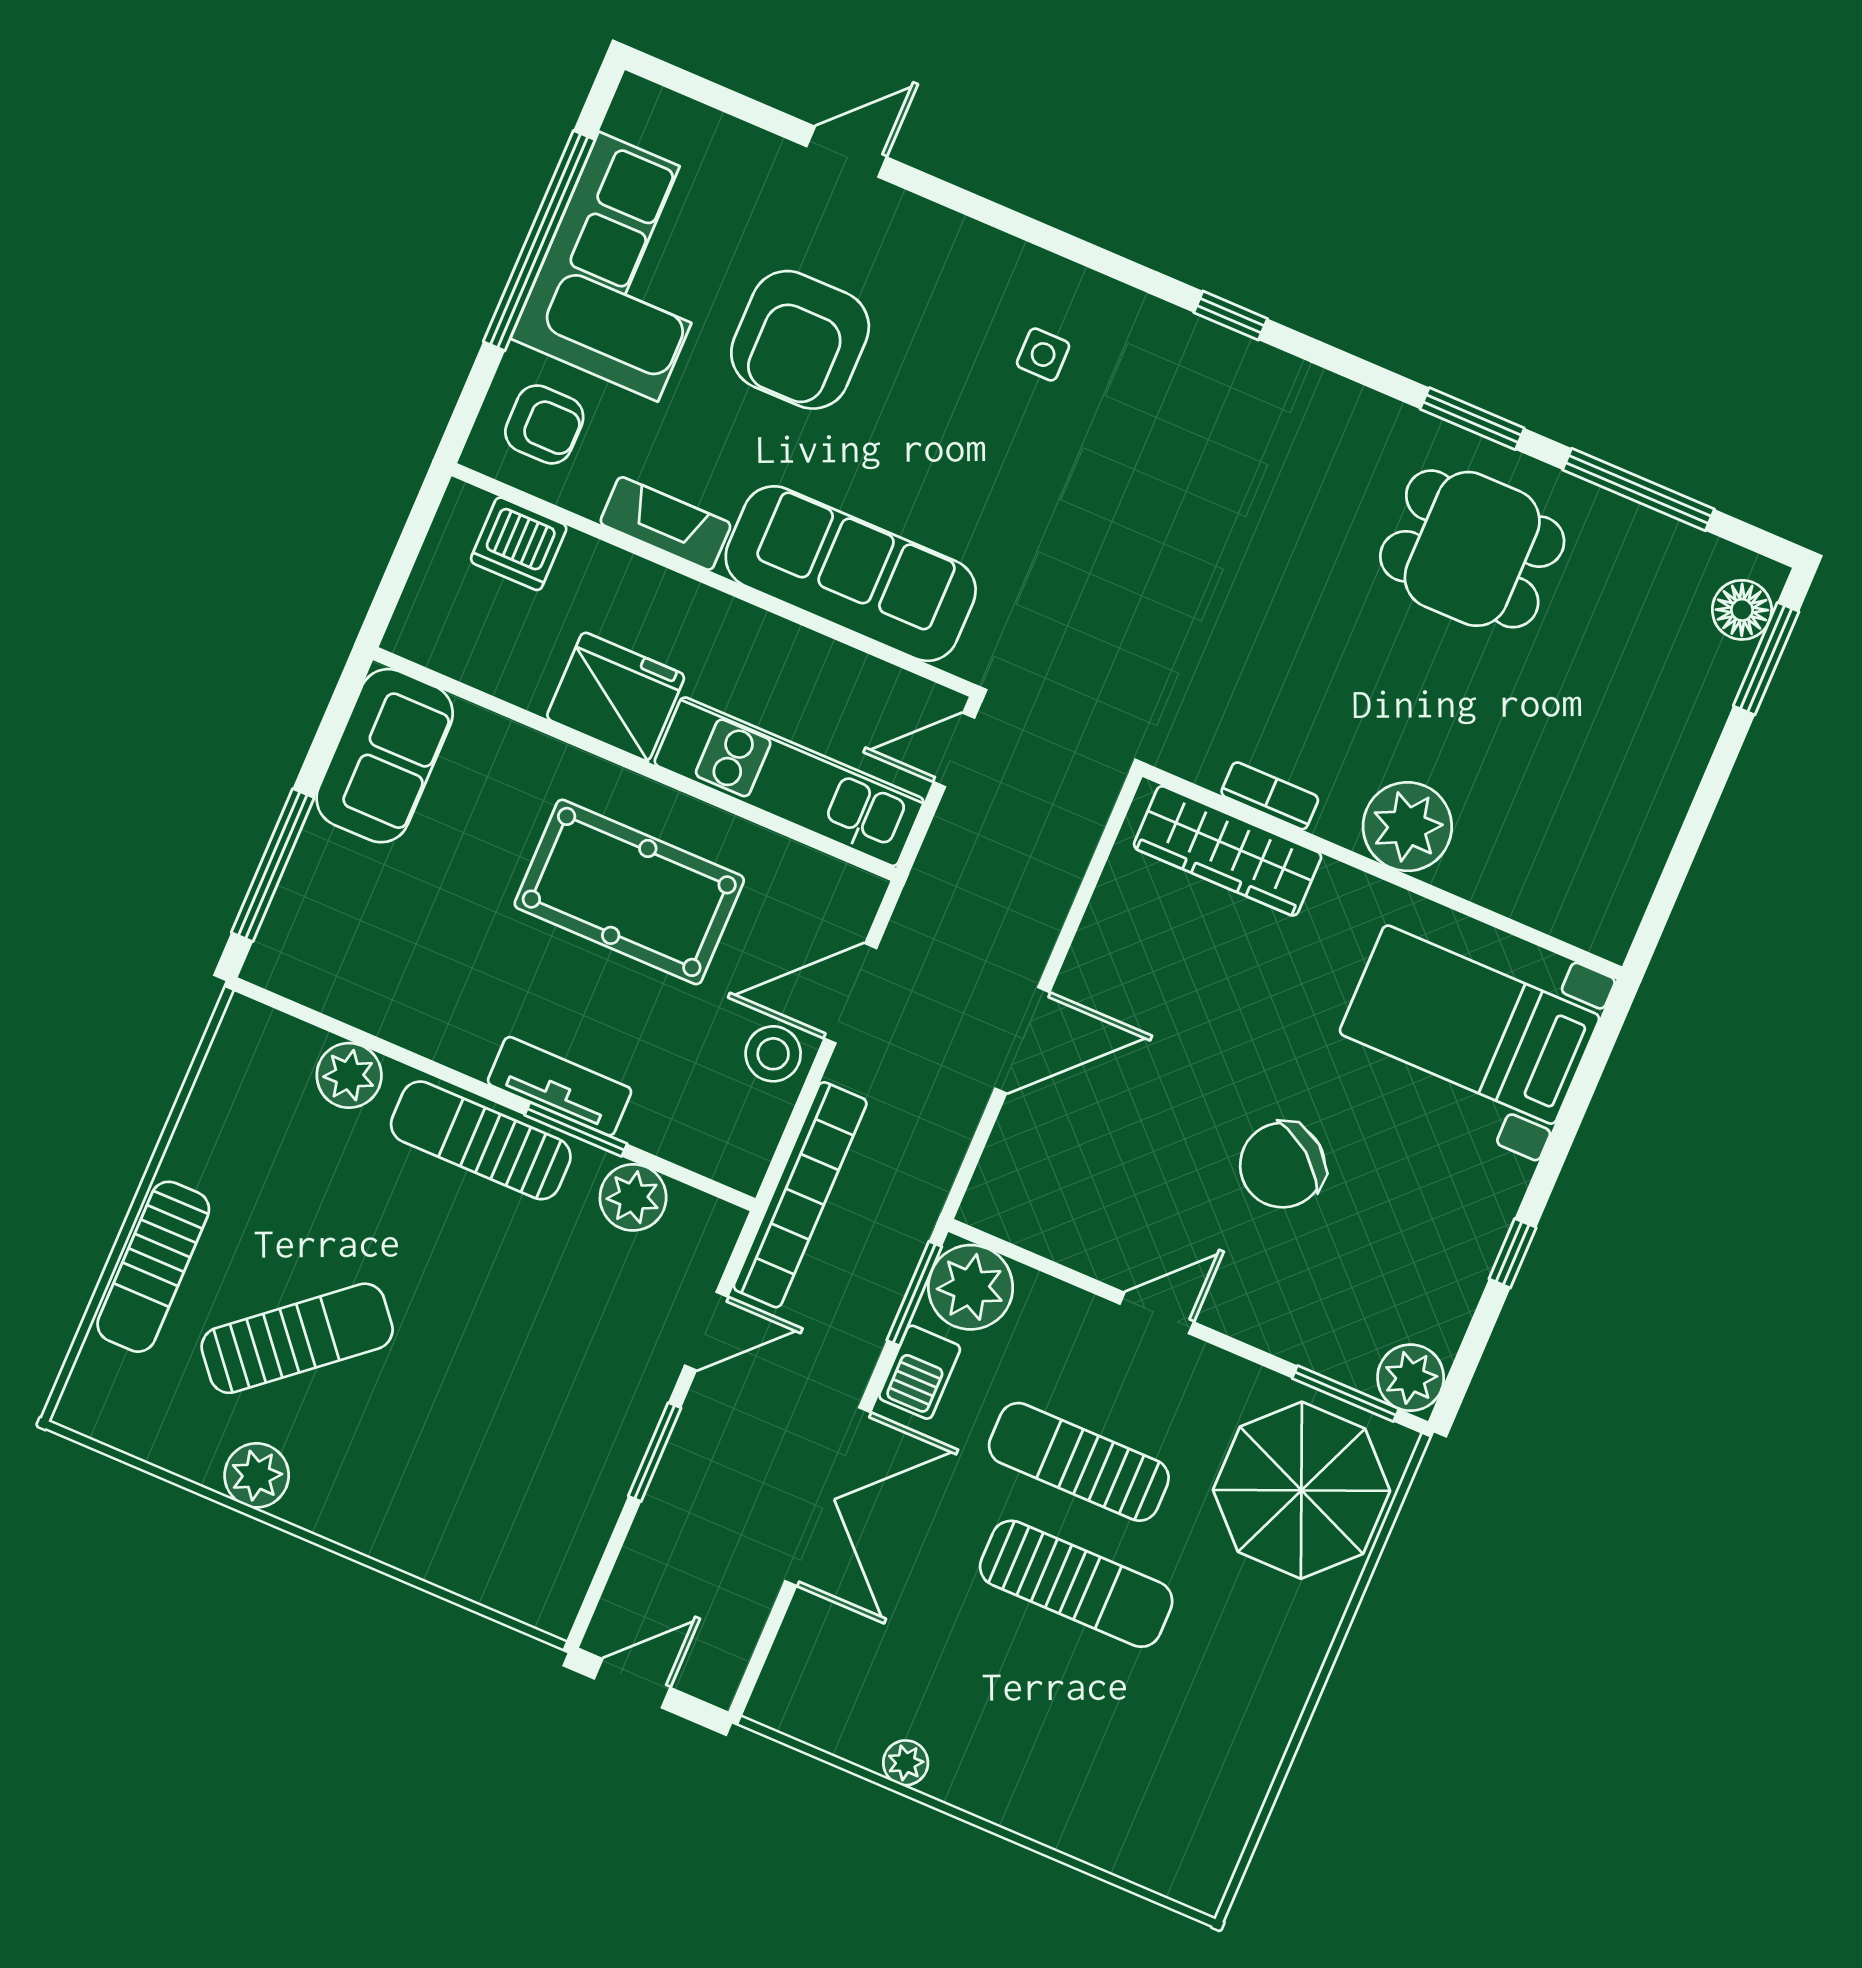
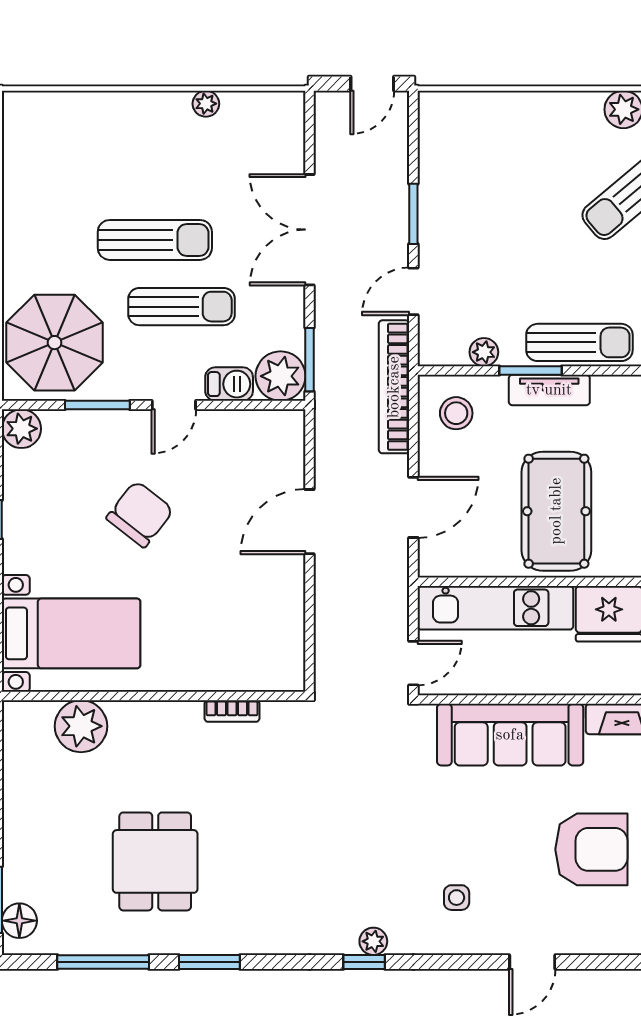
door: (847, 152) -> (532, 962), moved
armchair: (800, 340) -> (591, 849), turned 90
plant: (1202, 342) -> (373, 941), added
dining table: (1472, 549) -> (155, 861), moved, turned 90
plant: (1407, 827) -> (81, 726), moved
wardrobe: (1228, 851) -> (242, 672), removed
pool table: (629, 892) -> (556, 511), turned 90
stool: (773, 1054) -> (456, 413), moved
plant: (633, 1197) -> (484, 352), width x0.73, depth x0.73
barbecue: (920, 1372) -> (229, 384), moved, turned 90
window: (1345, 1394) -> (97, 405), moved
sun lounger: (1076, 1584) -> (155, 240), turned 180

